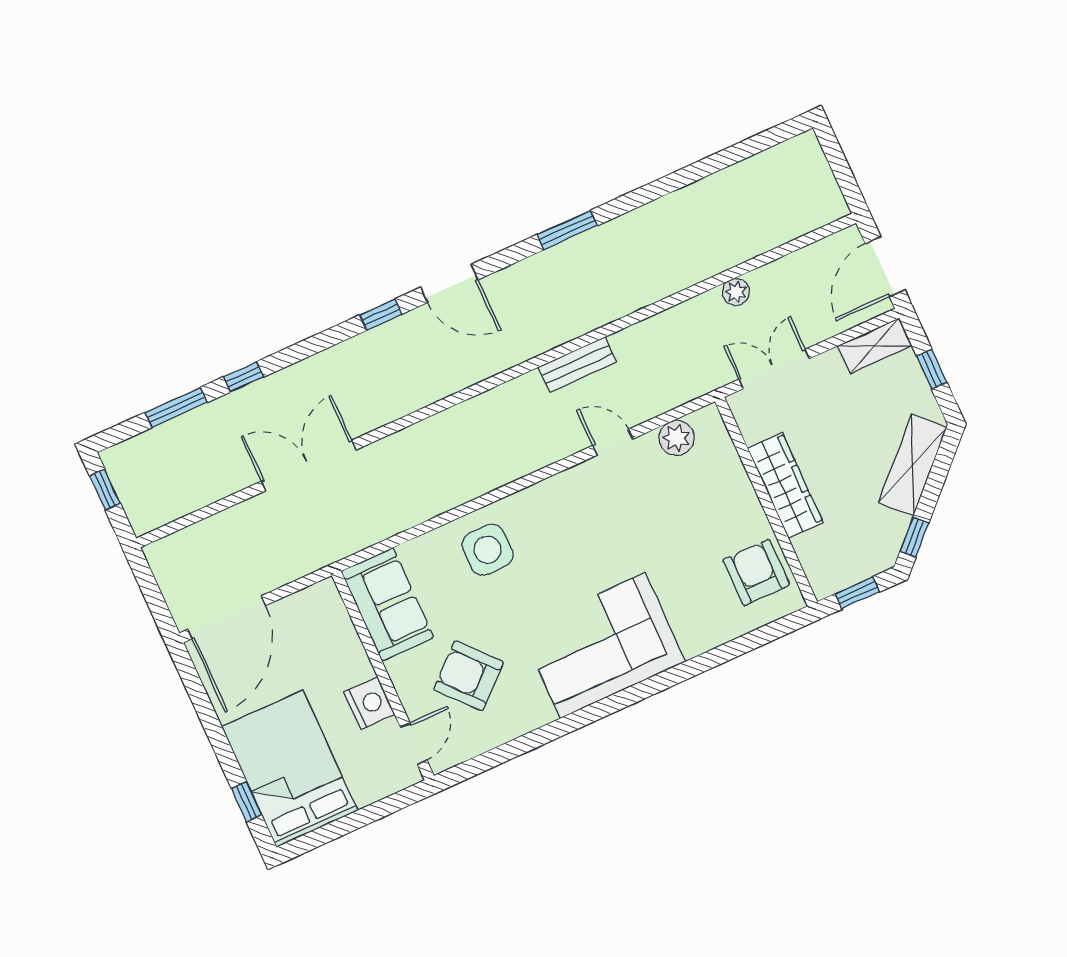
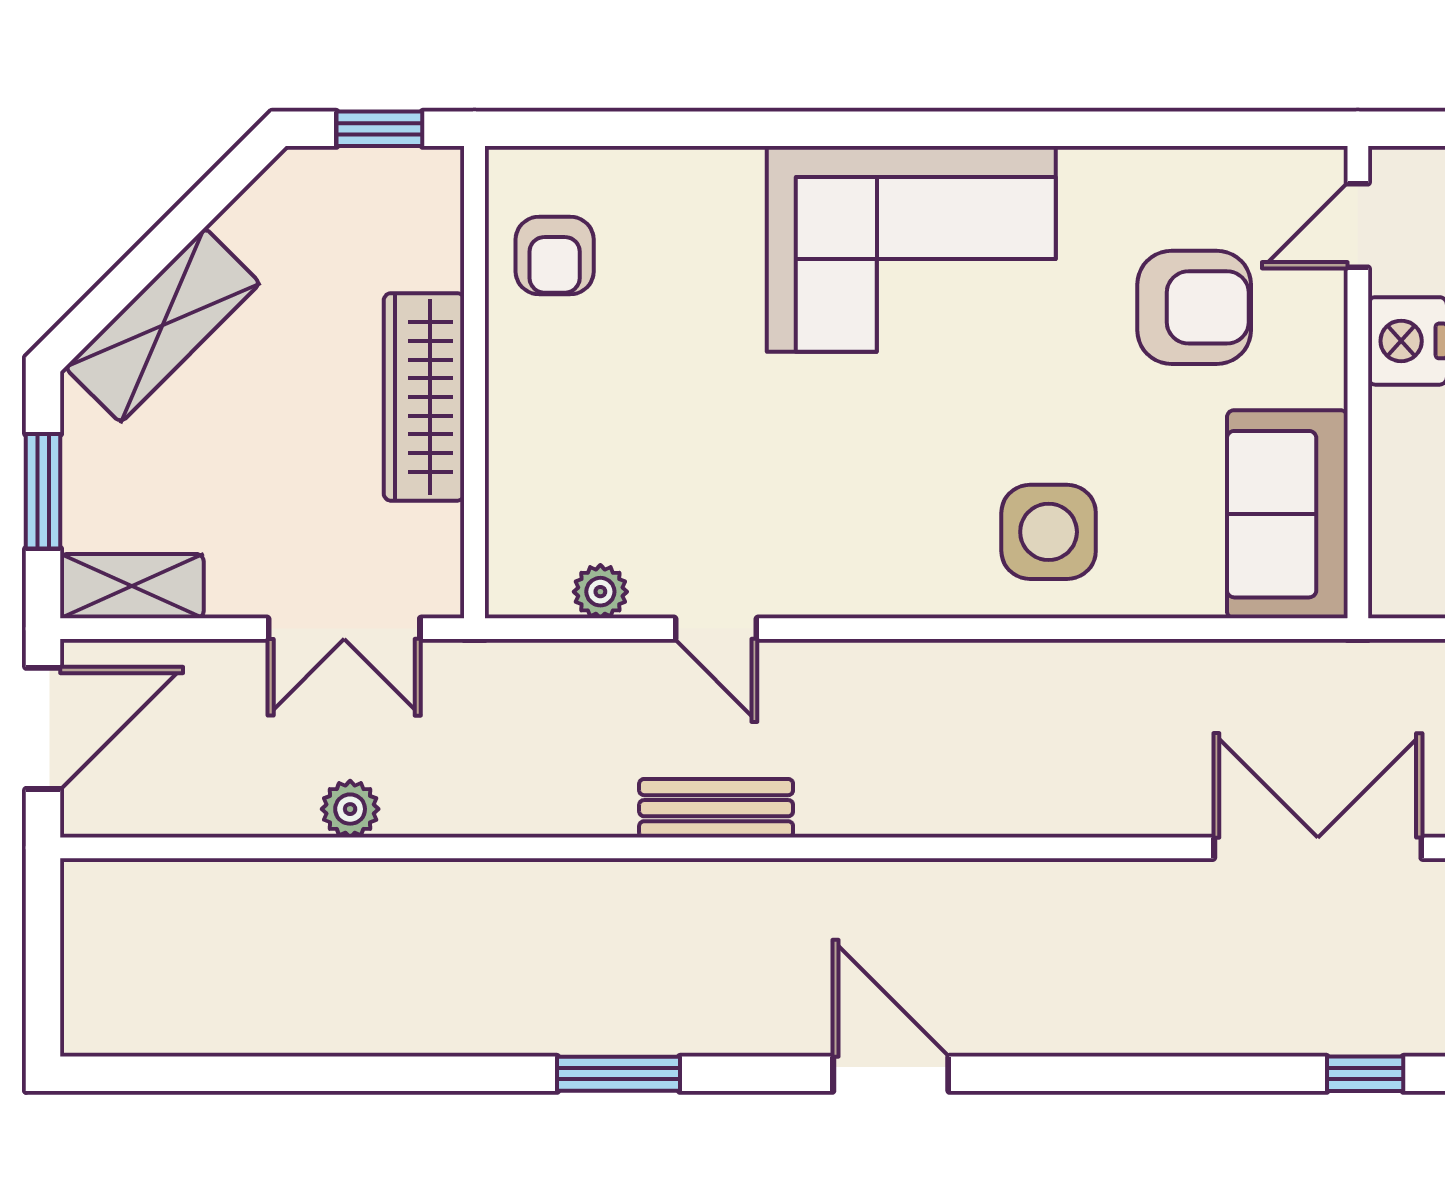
window: (381, 315) -> (1049, 1074), removed
window: (932, 369) -> (43, 491), width x1.50
plant: (677, 438) -> (600, 592), width x0.73, depth x0.73
double door: (309, 466) -> (1318, 848), swing flipped
window: (914, 537) -> (222, 186), removed
armchair: (756, 572) -> (555, 256), width x0.72, depth x0.72
armchair: (469, 676) -> (1194, 307), turned -48

